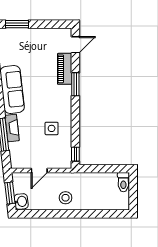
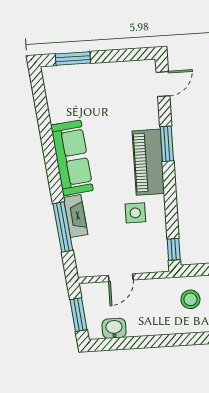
piano: (65, 69) -> (148, 162), moved, width x1.37, depth x1.33
stool: (66, 198) -> (190, 299), moved
washbasin: (21, 201) -> (114, 328), moved, turned -84

